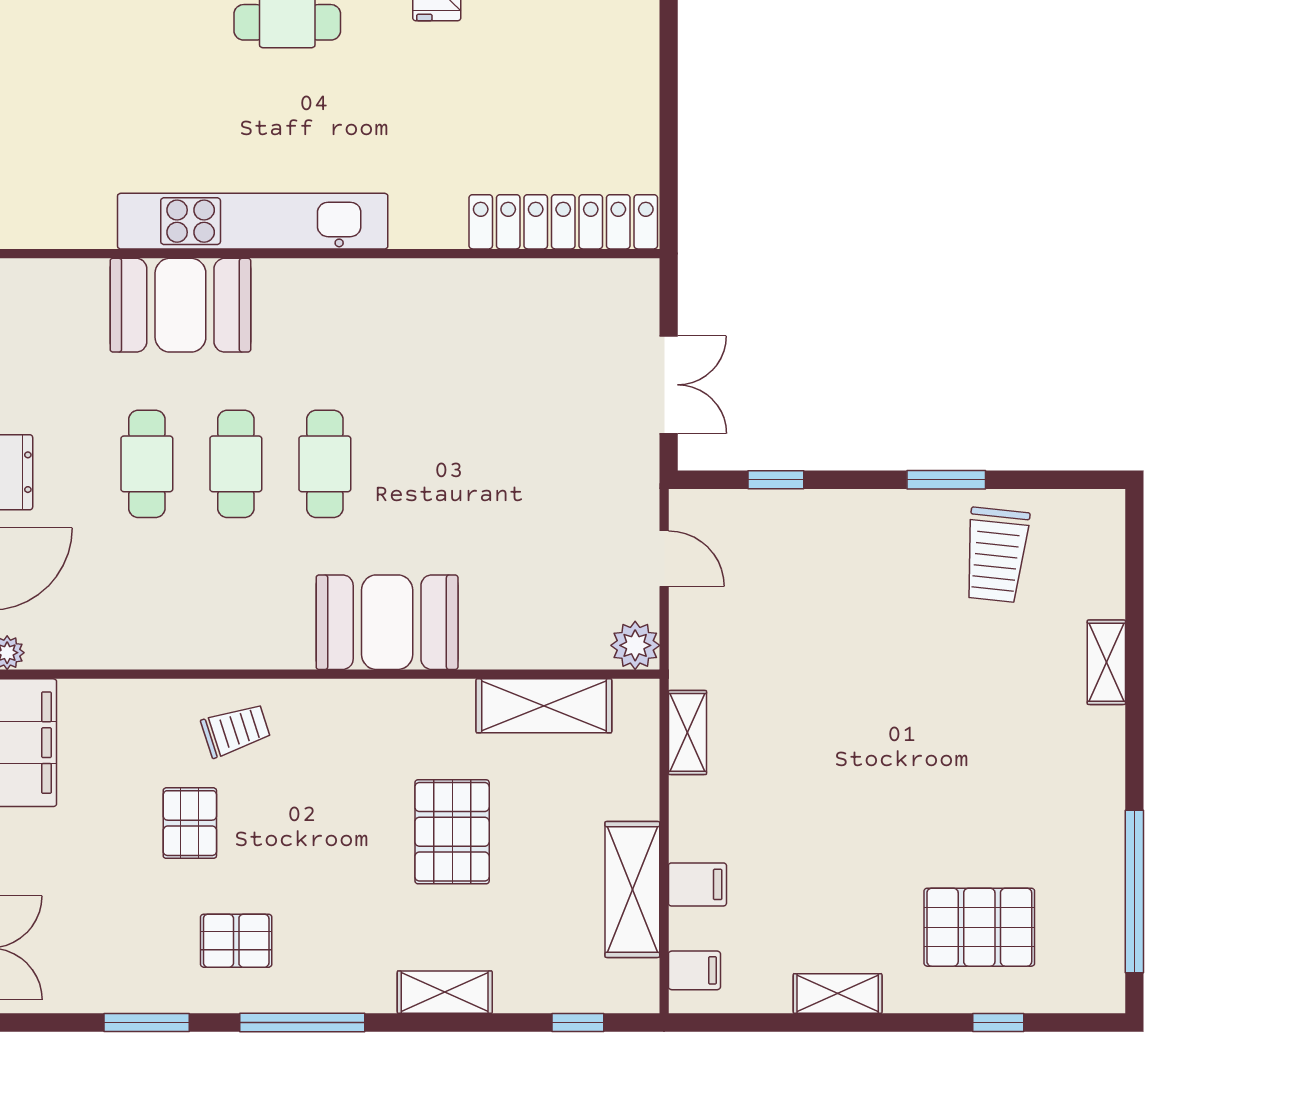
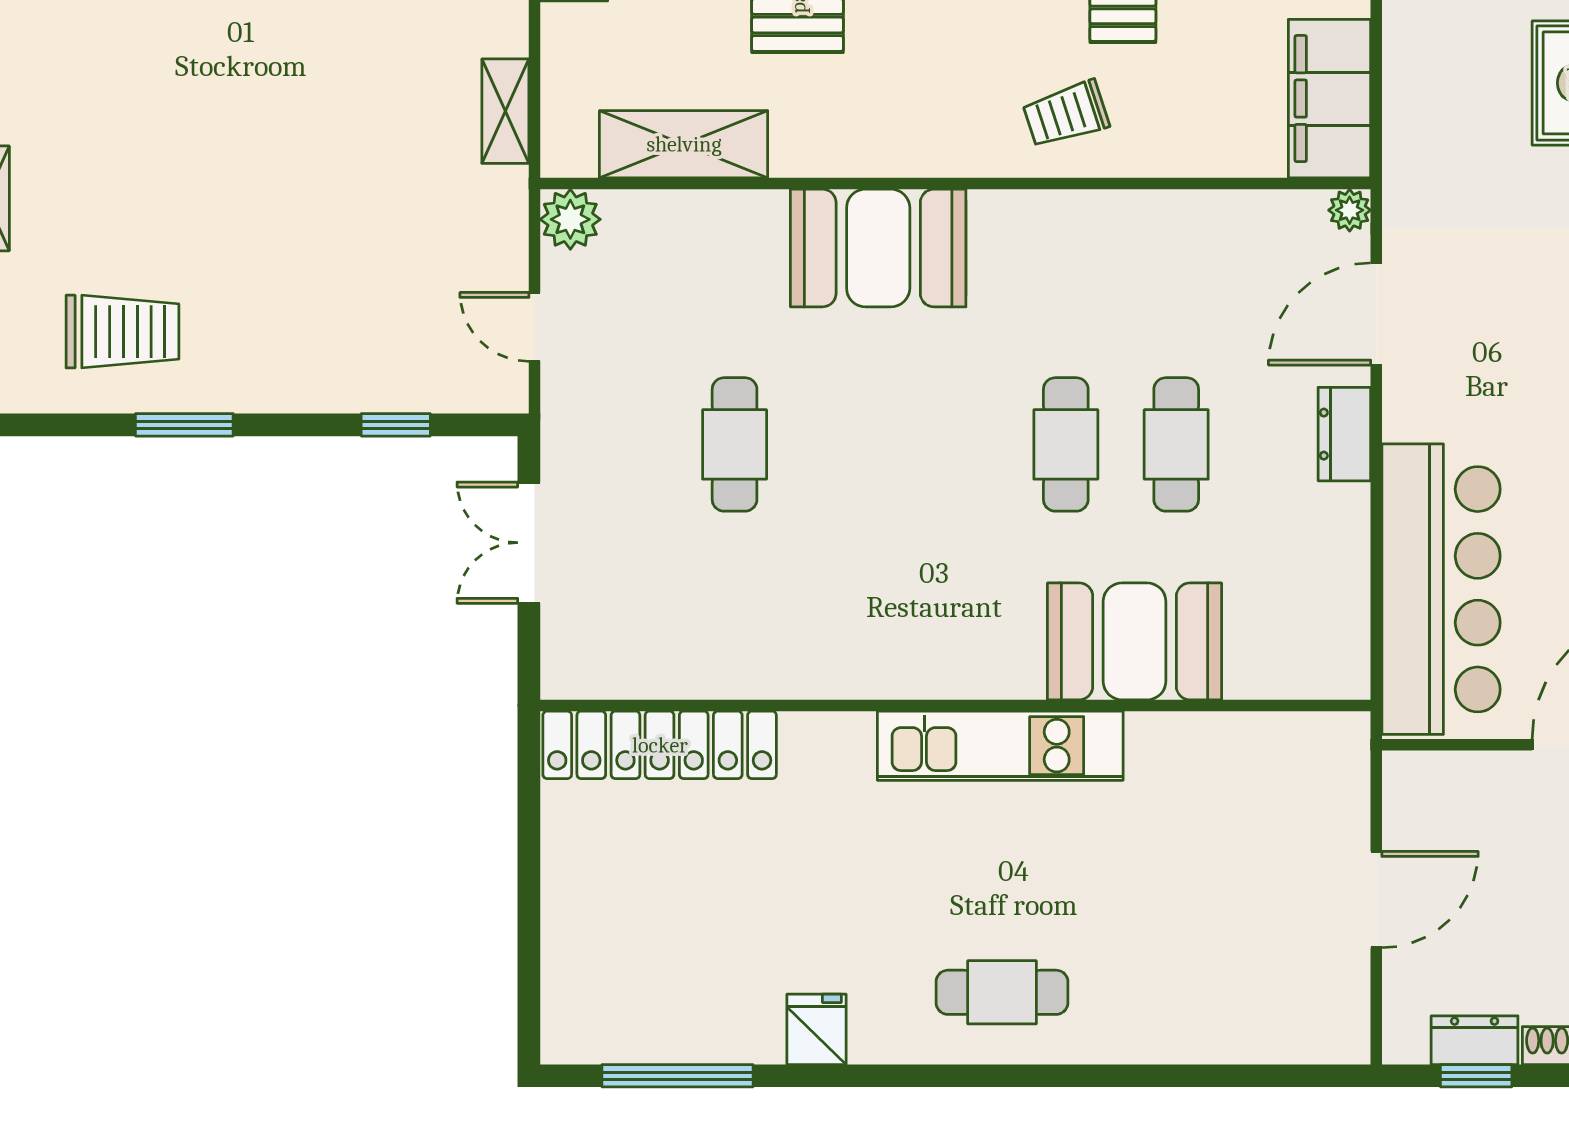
kitchen unit: (253, 221) -> (1000, 746), width x0.73
cafe table: (325, 464) -> (735, 444), moved
trolley: (996, 555) -> (122, 332), turned 84

